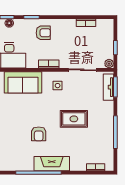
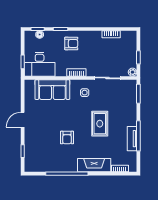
tv unit: (109, 87) -> (132, 139), moved
rug: (74, 119) -> (100, 124), turned 90
fireplace: (52, 164) -> (94, 165), moved

